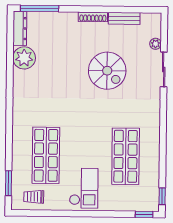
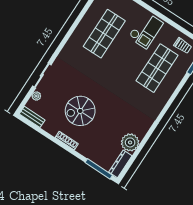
bench: (124, 18) -> (32, 117), moved
spiral stairs: (107, 71) -> (80, 111), moved, turned -90
checkout: (84, 188) -> (146, 30), turned 180

